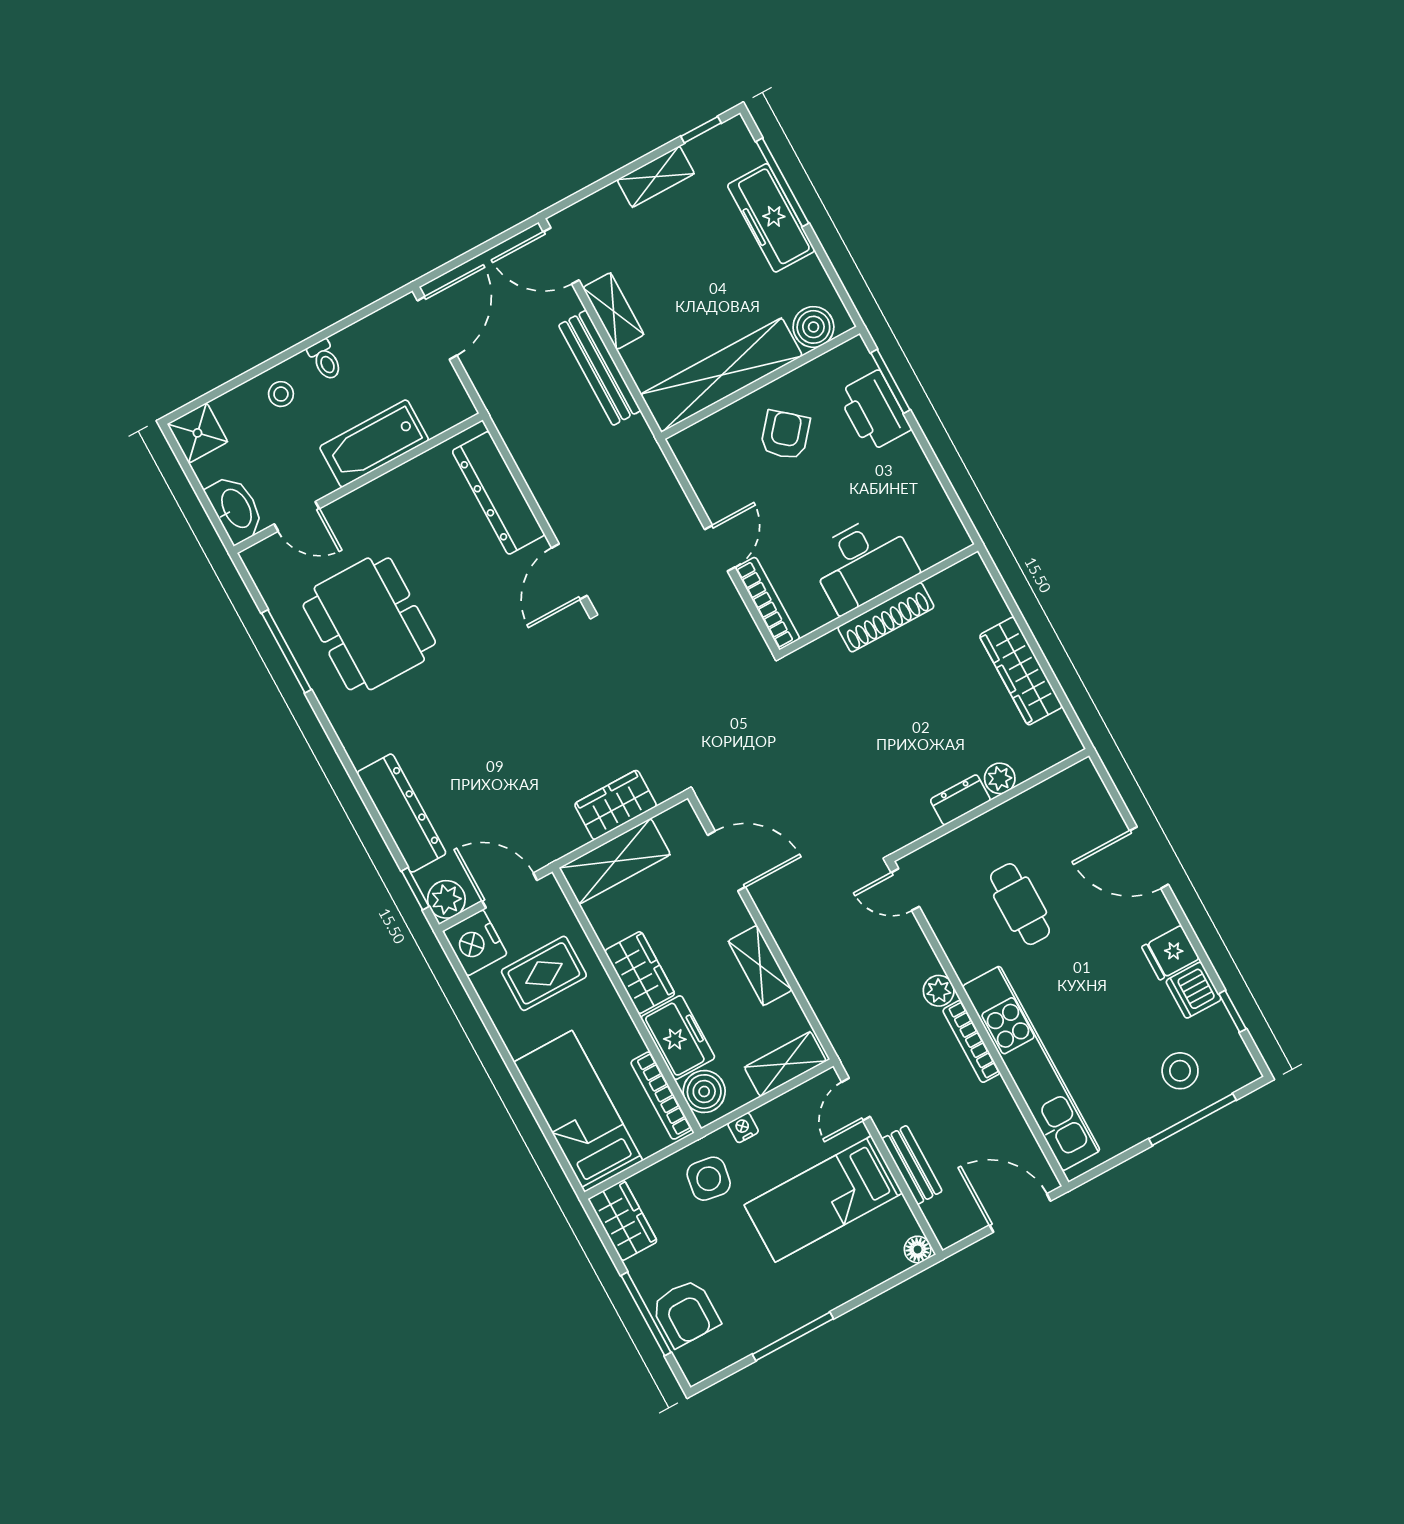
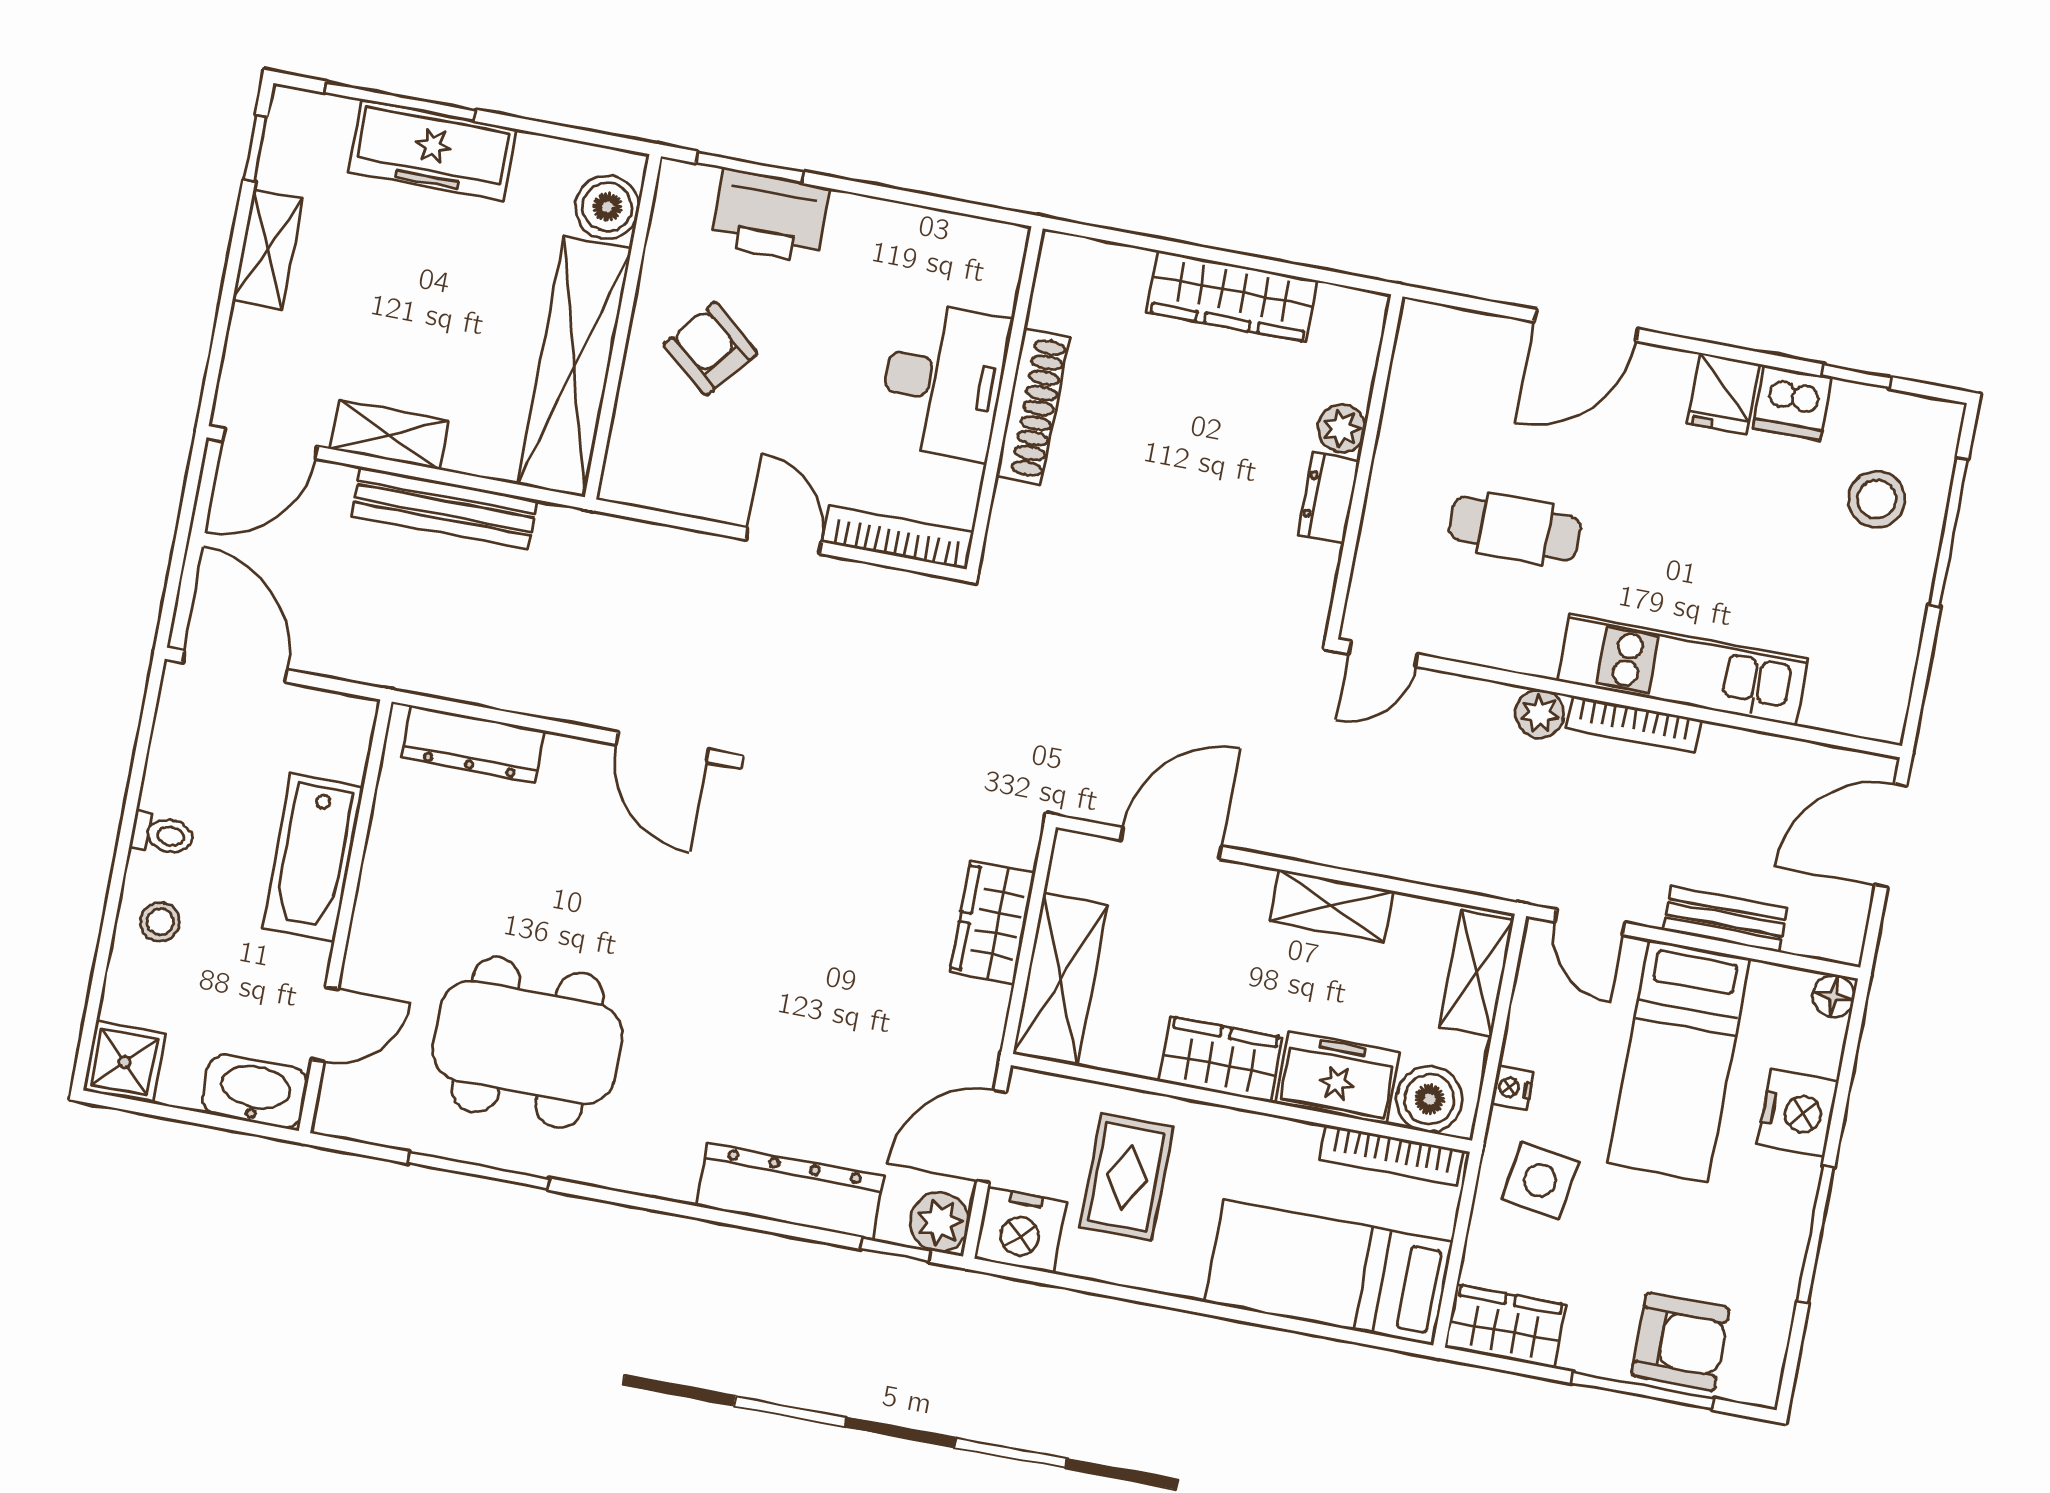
dresser: (498, 493) -> (473, 744), width x0.73, depth x0.80
kitchen unit: (1031, 1068) -> (1683, 670), width x0.73
nightstand: (845, 1279) -> (1798, 1113), added

